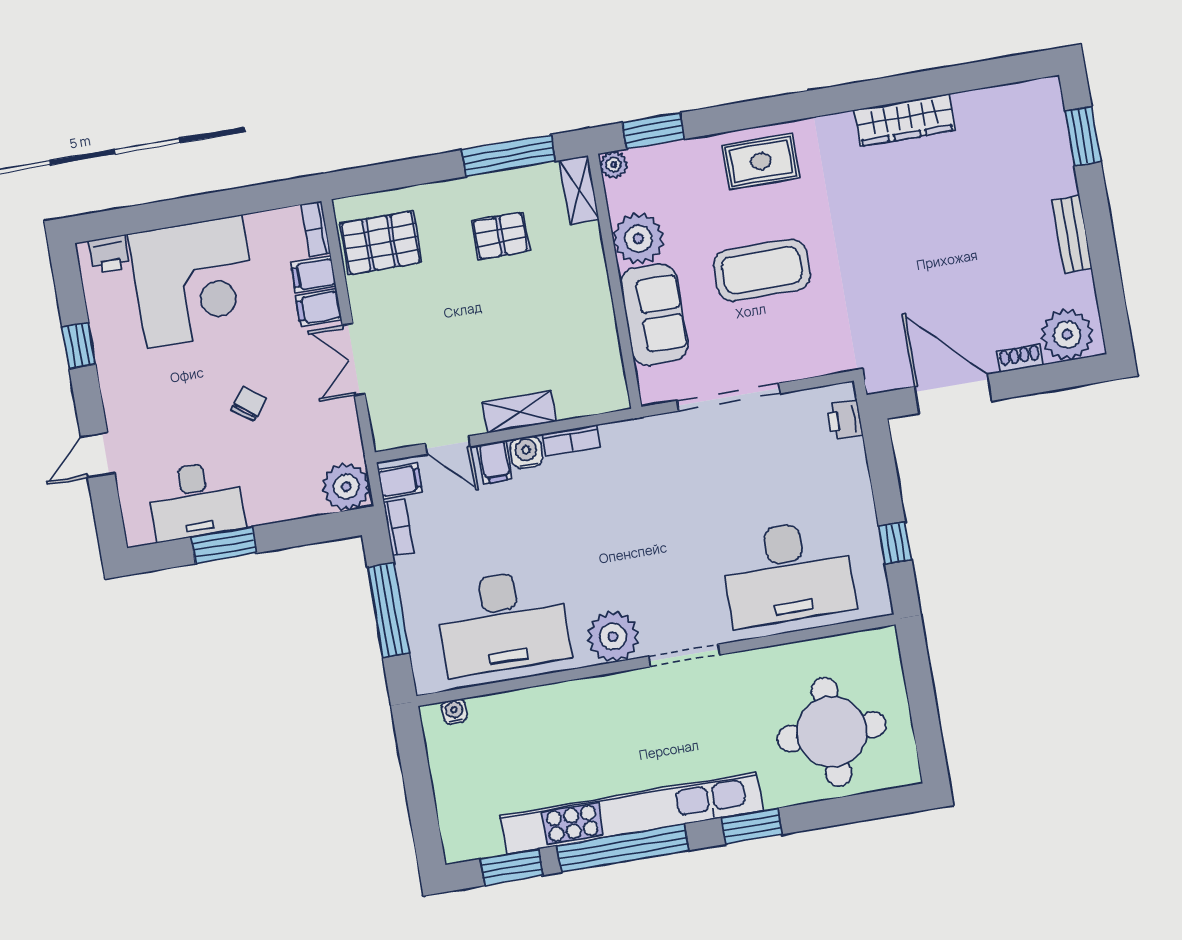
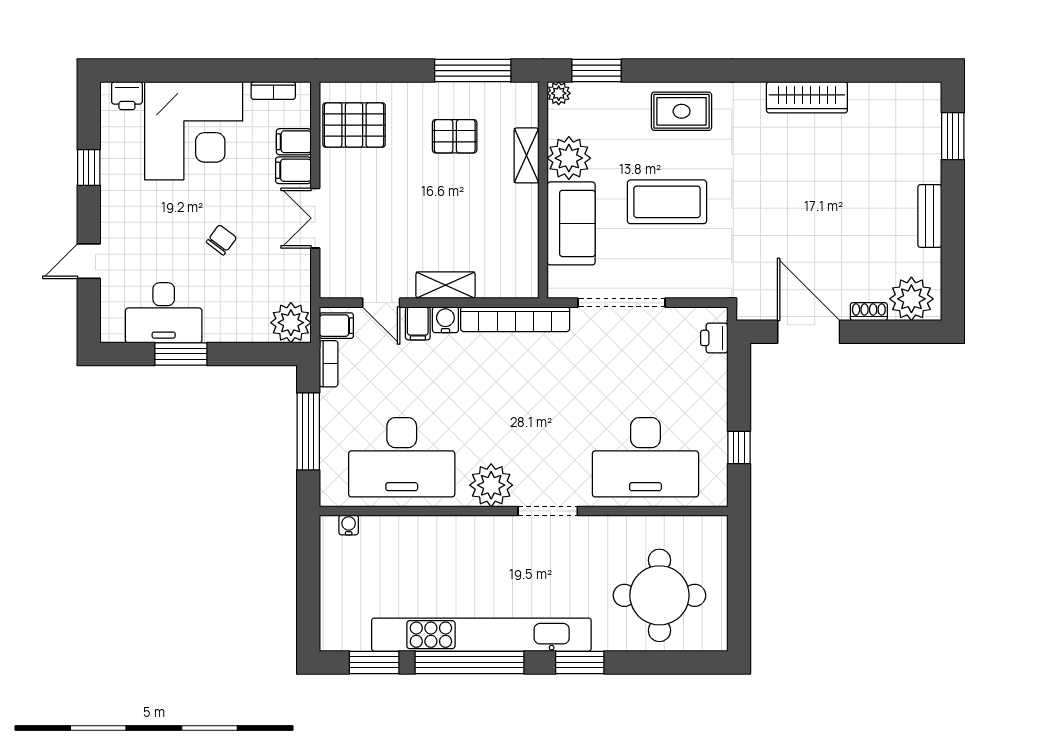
shelving: (579, 190) -> (526, 155), moved
bookcase: (316, 229) -> (273, 91), moved, turned -90
bookcase: (571, 440) -> (515, 319), width x2.31, depth x1.31

